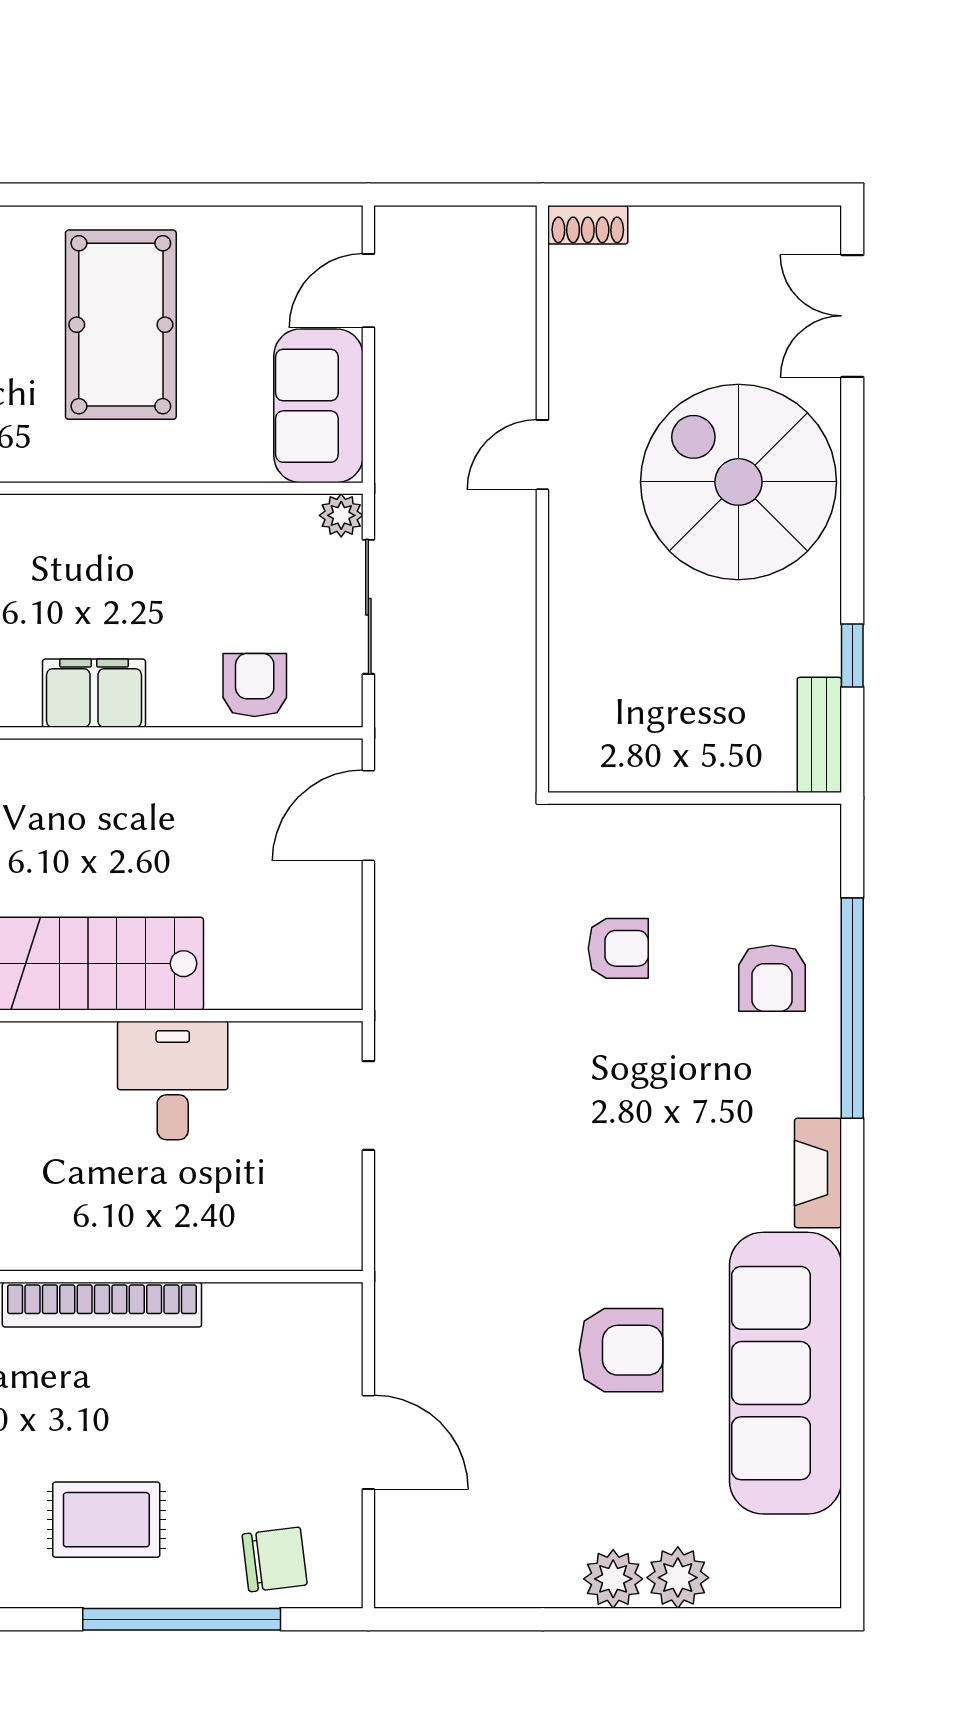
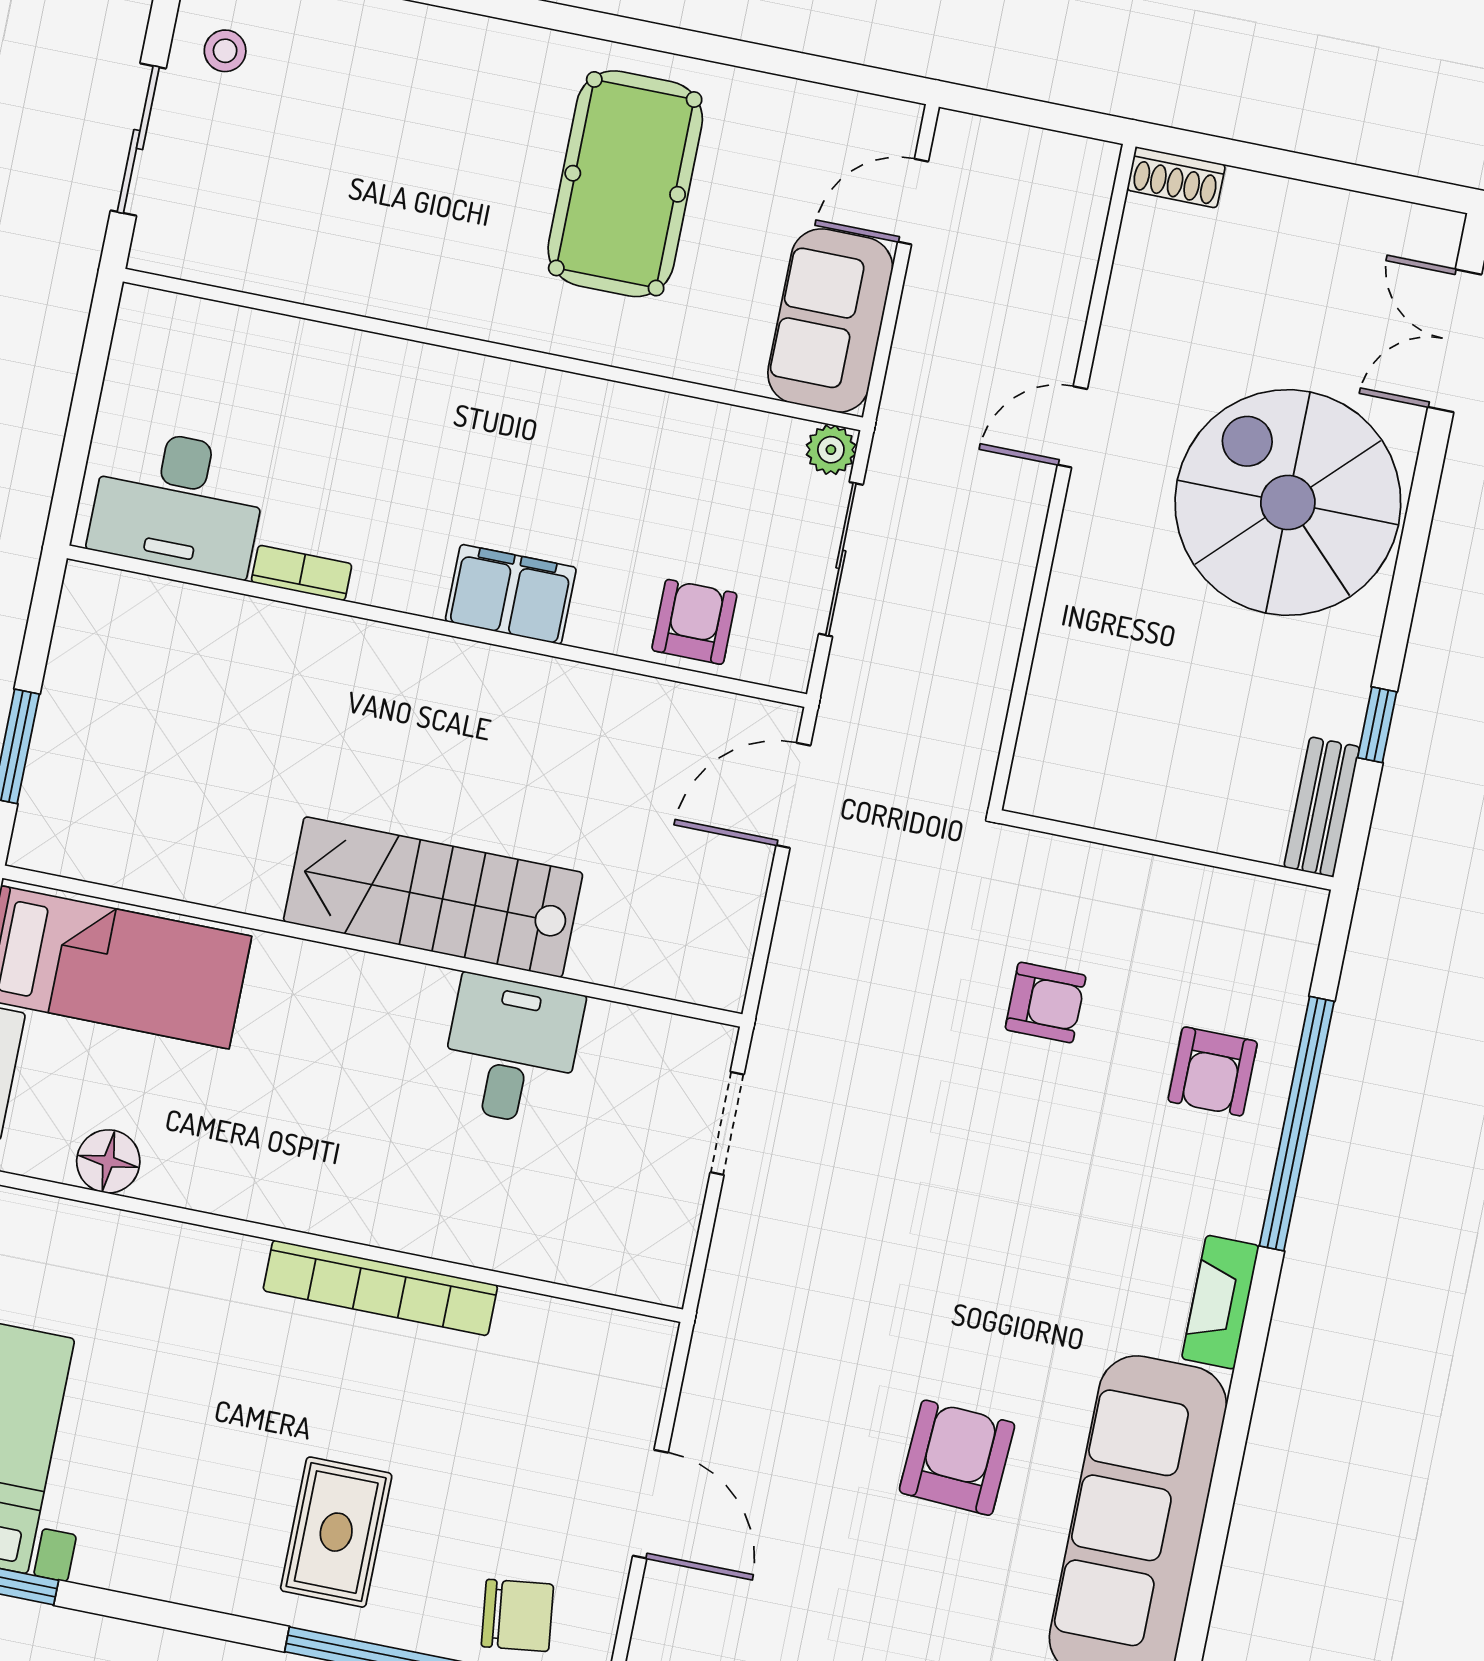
armchair: (621, 1350) -> (957, 1458), turned -87
rug: (106, 1520) -> (336, 1532), turned 90

